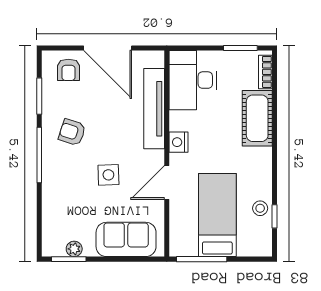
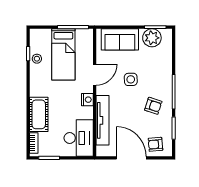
armchair: (68, 70) -> (155, 144), turned -95
plant: (74, 249) -> (152, 38), width x1.88, depth x1.88

